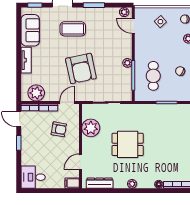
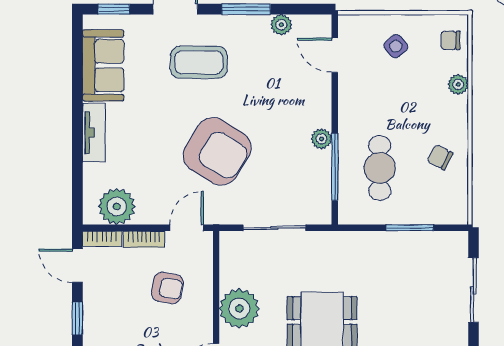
plant: (124, 12) -> (281, 25), moved
armchair: (81, 68) -> (217, 151), turned -46
plant: (91, 128) -> (239, 308), moved

